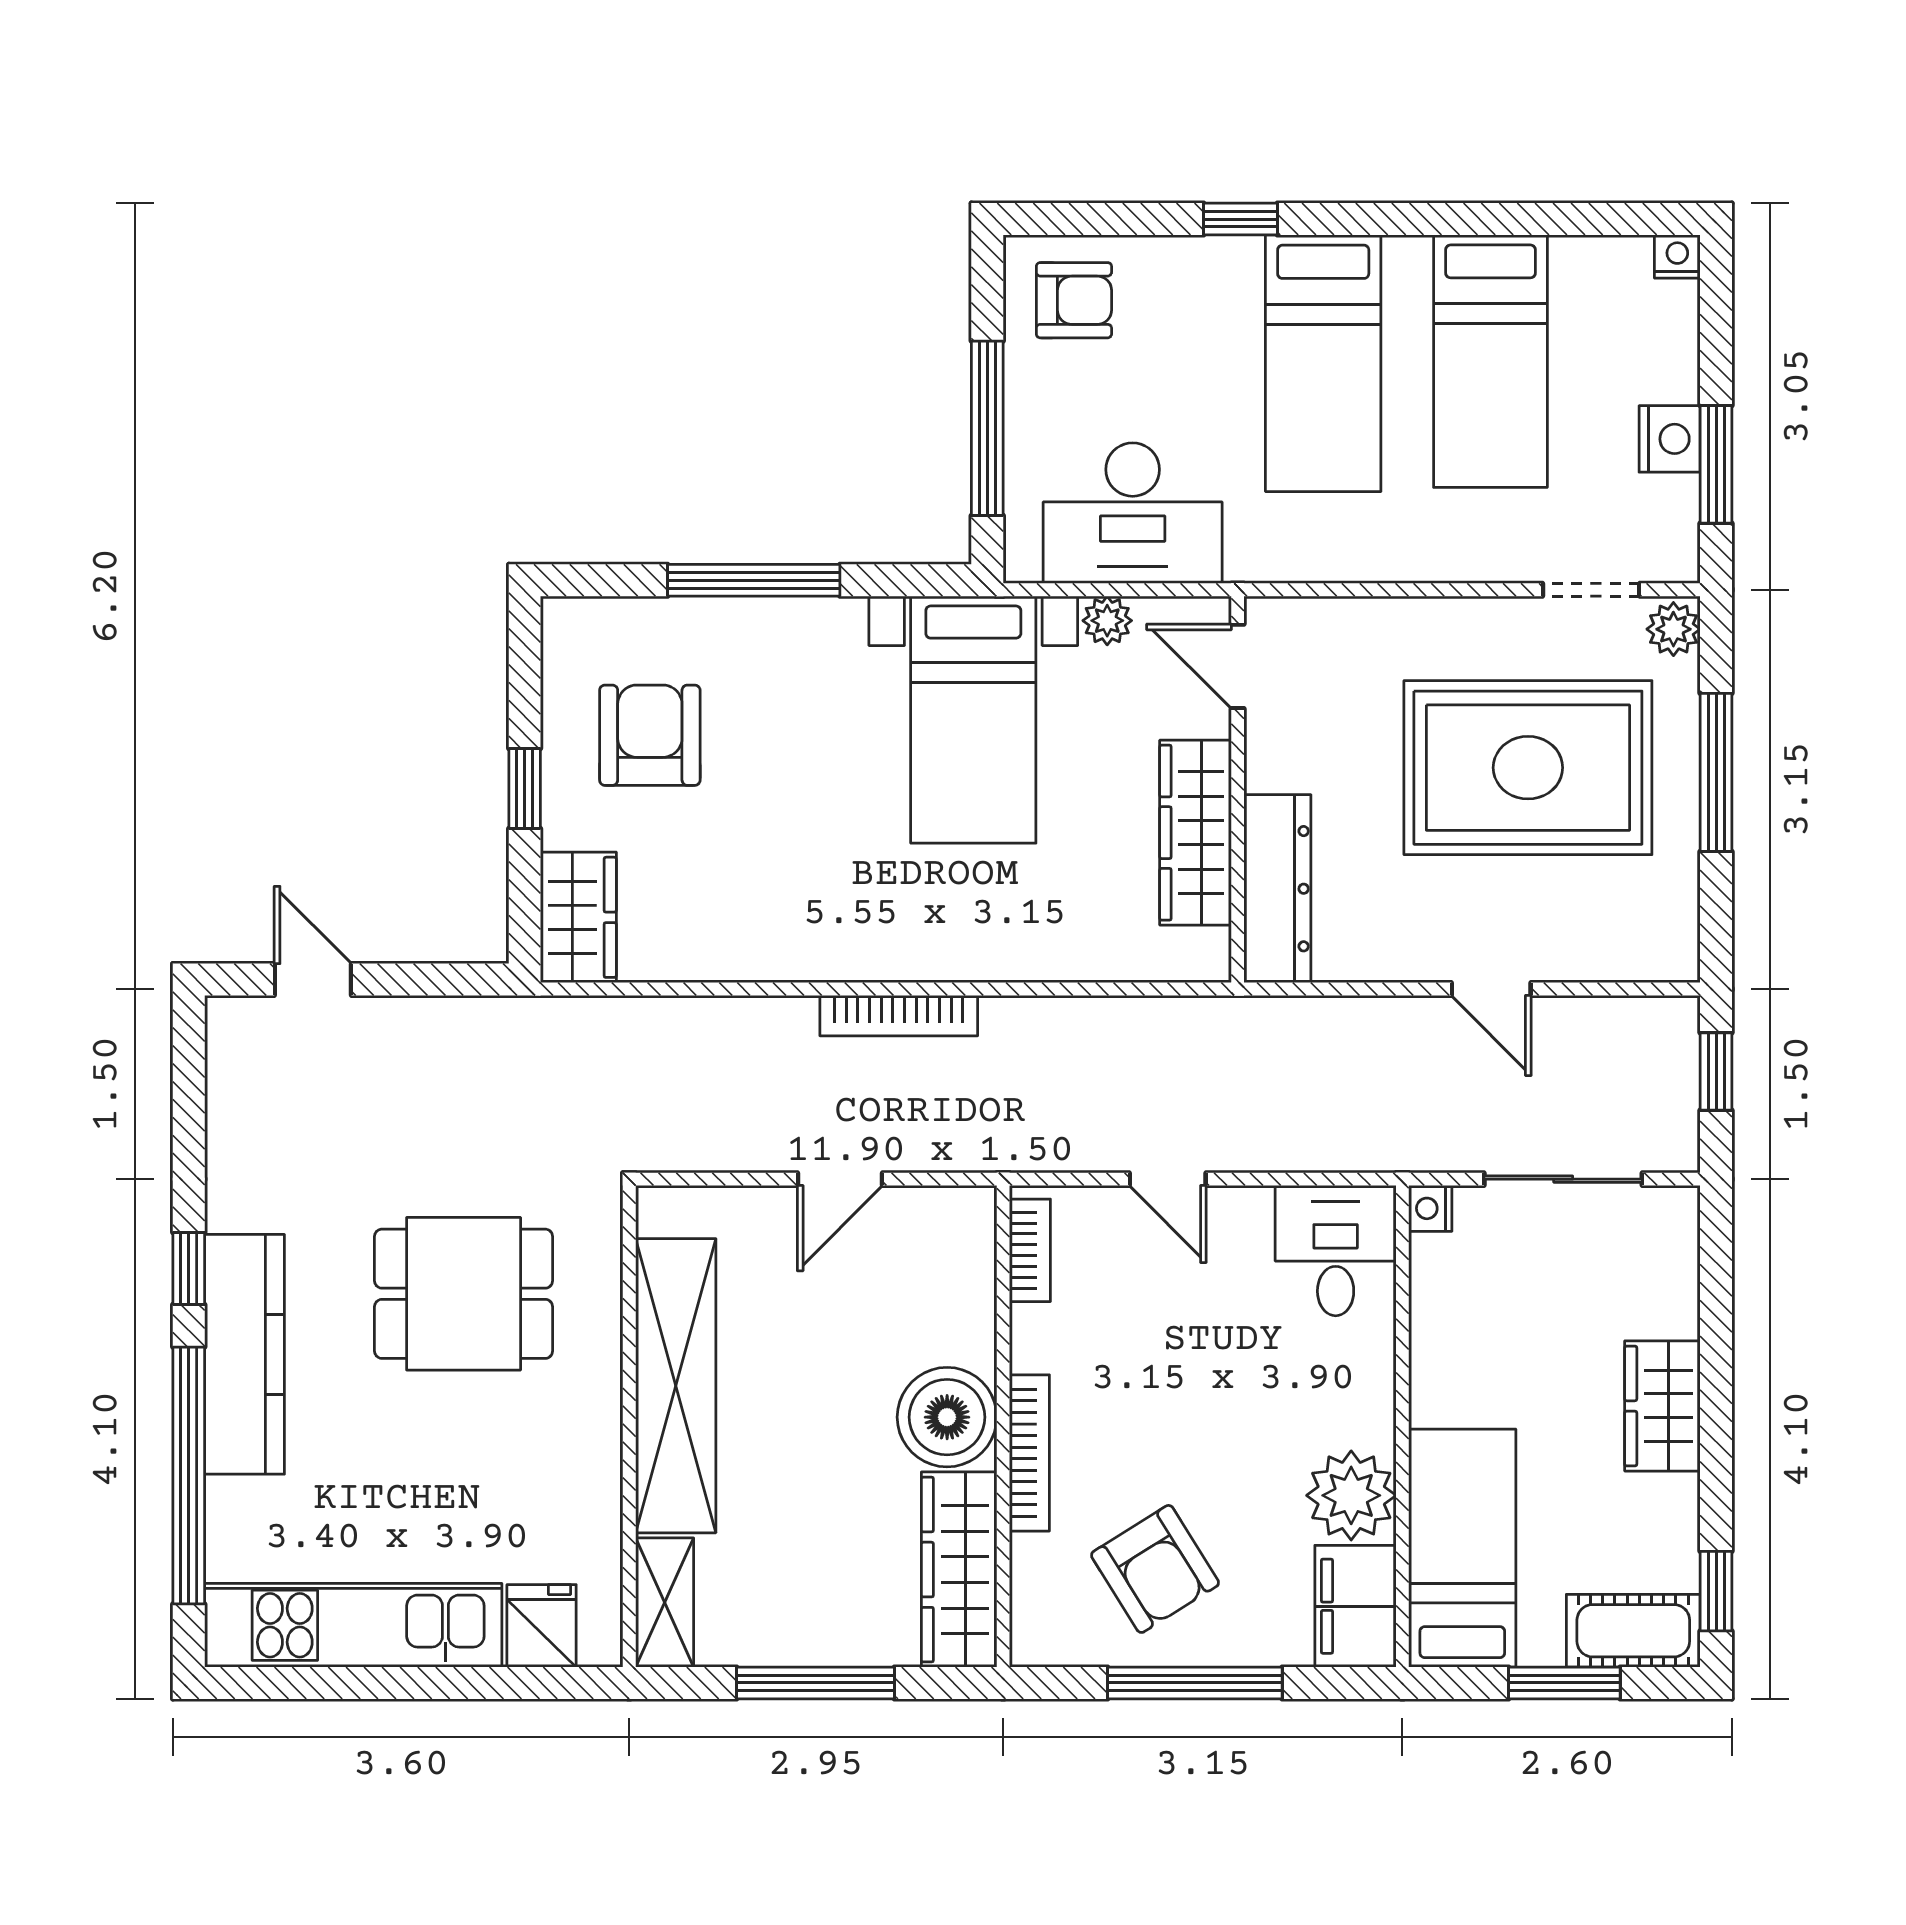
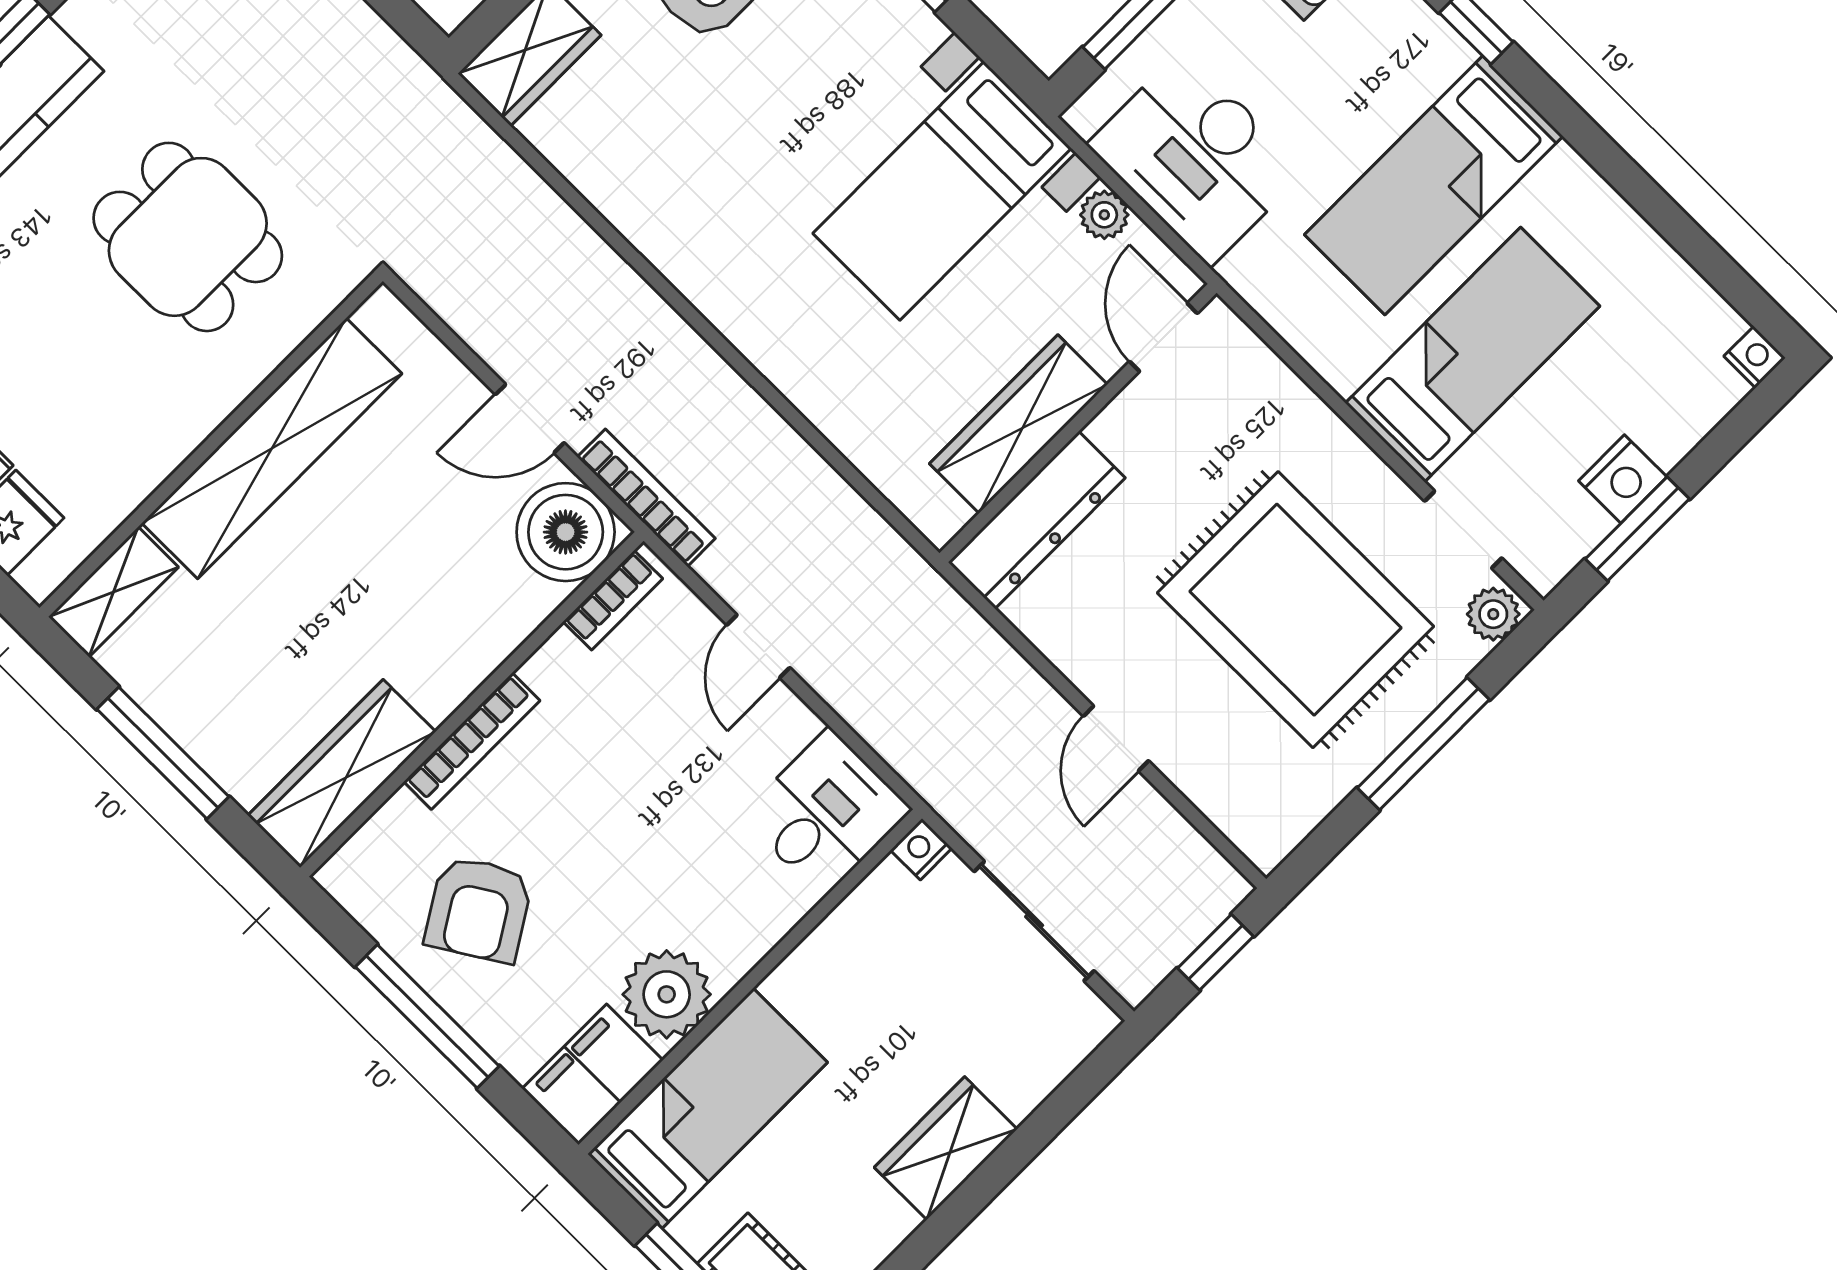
bed: (1490, 361) -> (1473, 355), moved, turned 180
bookcase: (899, 1016) -> (646, 498), moved, turned 180
boiler: (947, 1417) -> (566, 532), moved

